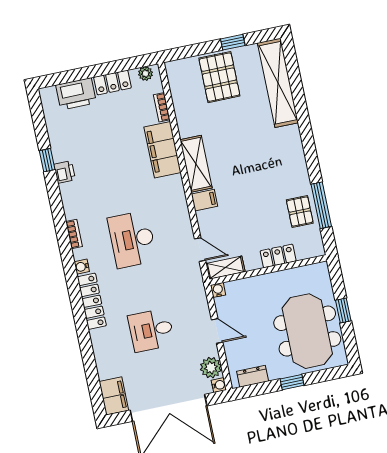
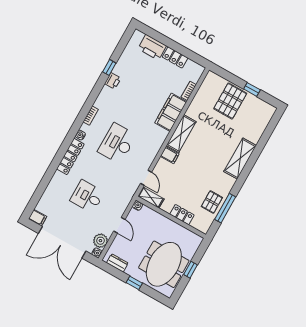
plant: (145, 73) -> (195, 67), removed
shelving: (278, 83) -> (240, 159), moved, width x0.68
filing cabinet: (114, 396) -> (38, 218), width x0.50

